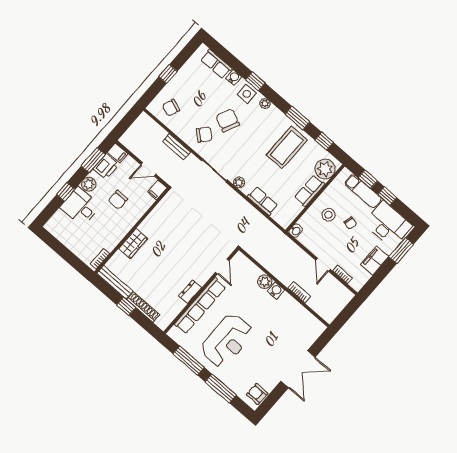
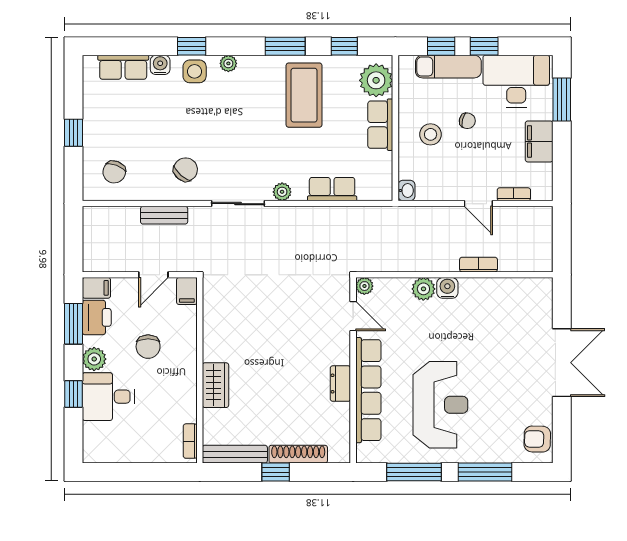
chair: (228, 120) -> (200, 126), removed
plant: (239, 257) -> (364, 286), added

